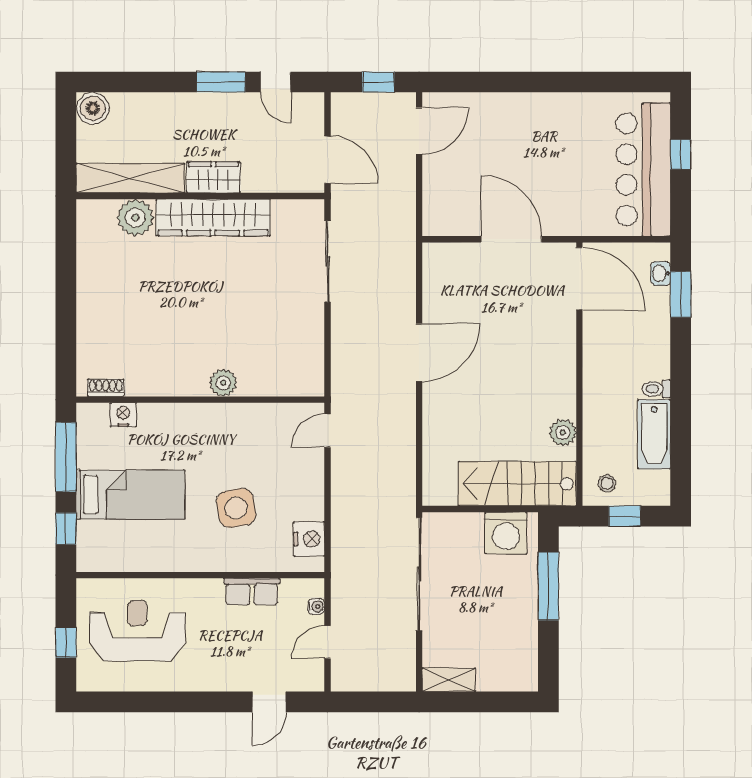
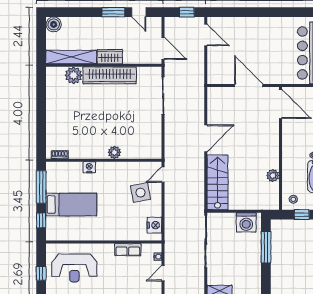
door: (419, 131) -> (206, 35), hinge flipped
nightstand: (123, 415) -> (89, 167), moved
stairs: (517, 484) -> (218, 182), moved, turned 90
side table: (236, 508) -> (140, 193), moved
reception desk: (137, 631) -> (74, 268), turned 180

